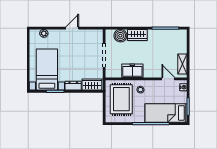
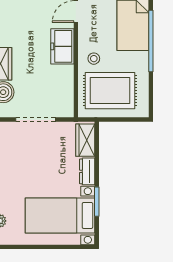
freezer: (132, 71) -> (62, 46), moved

